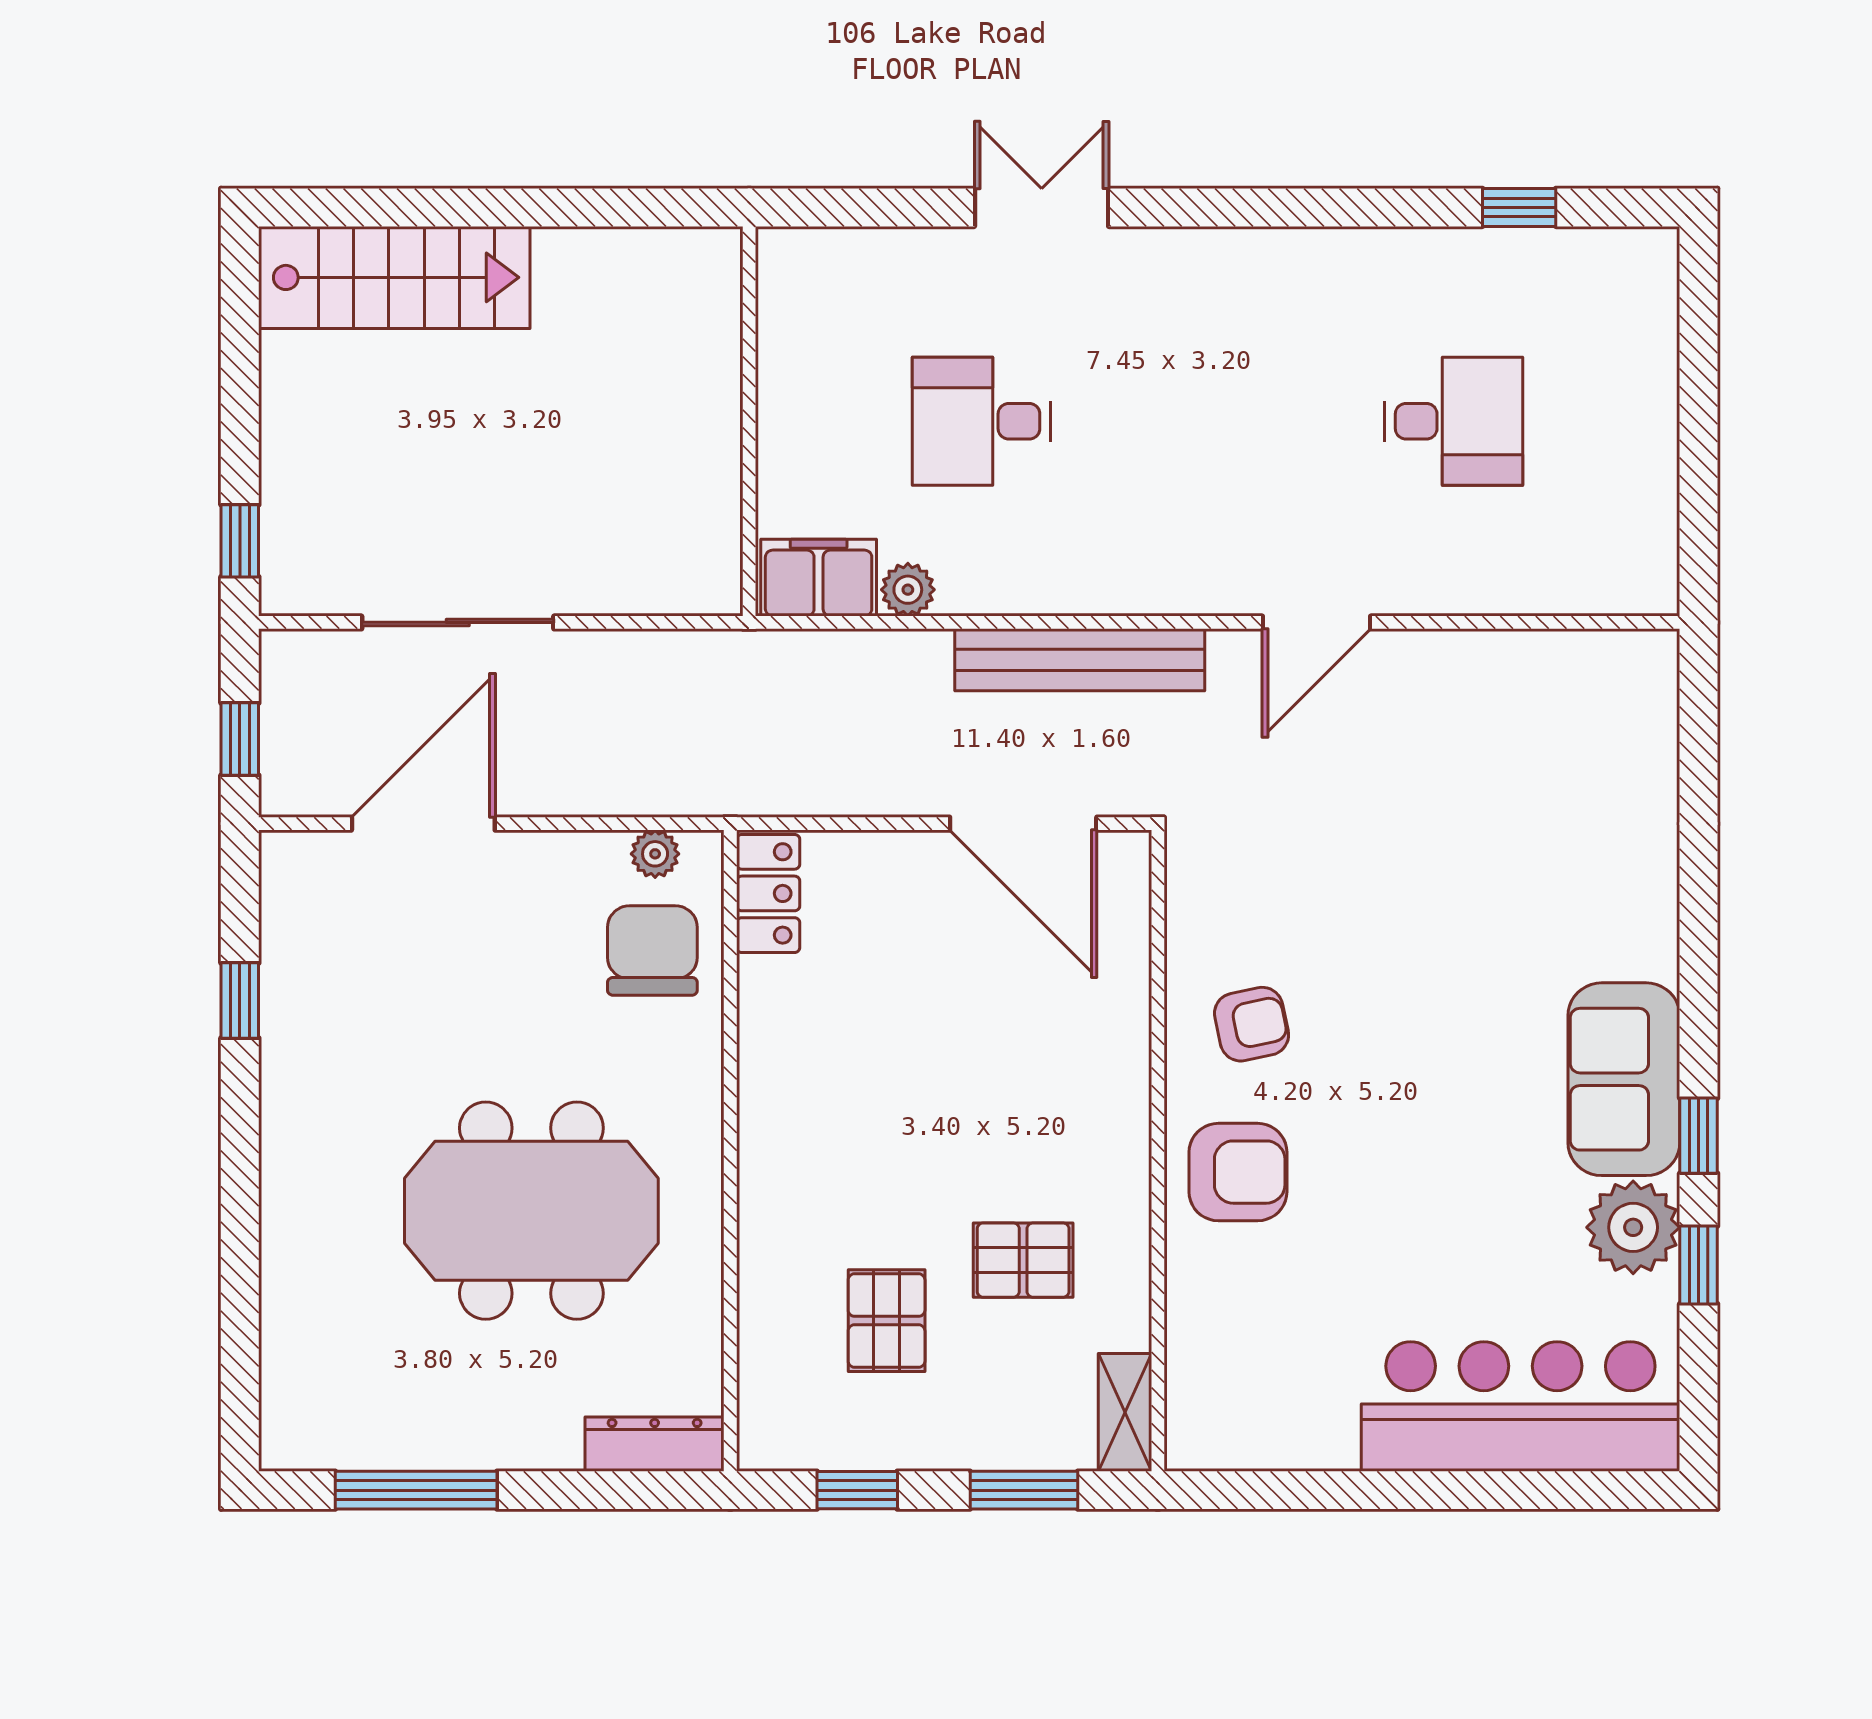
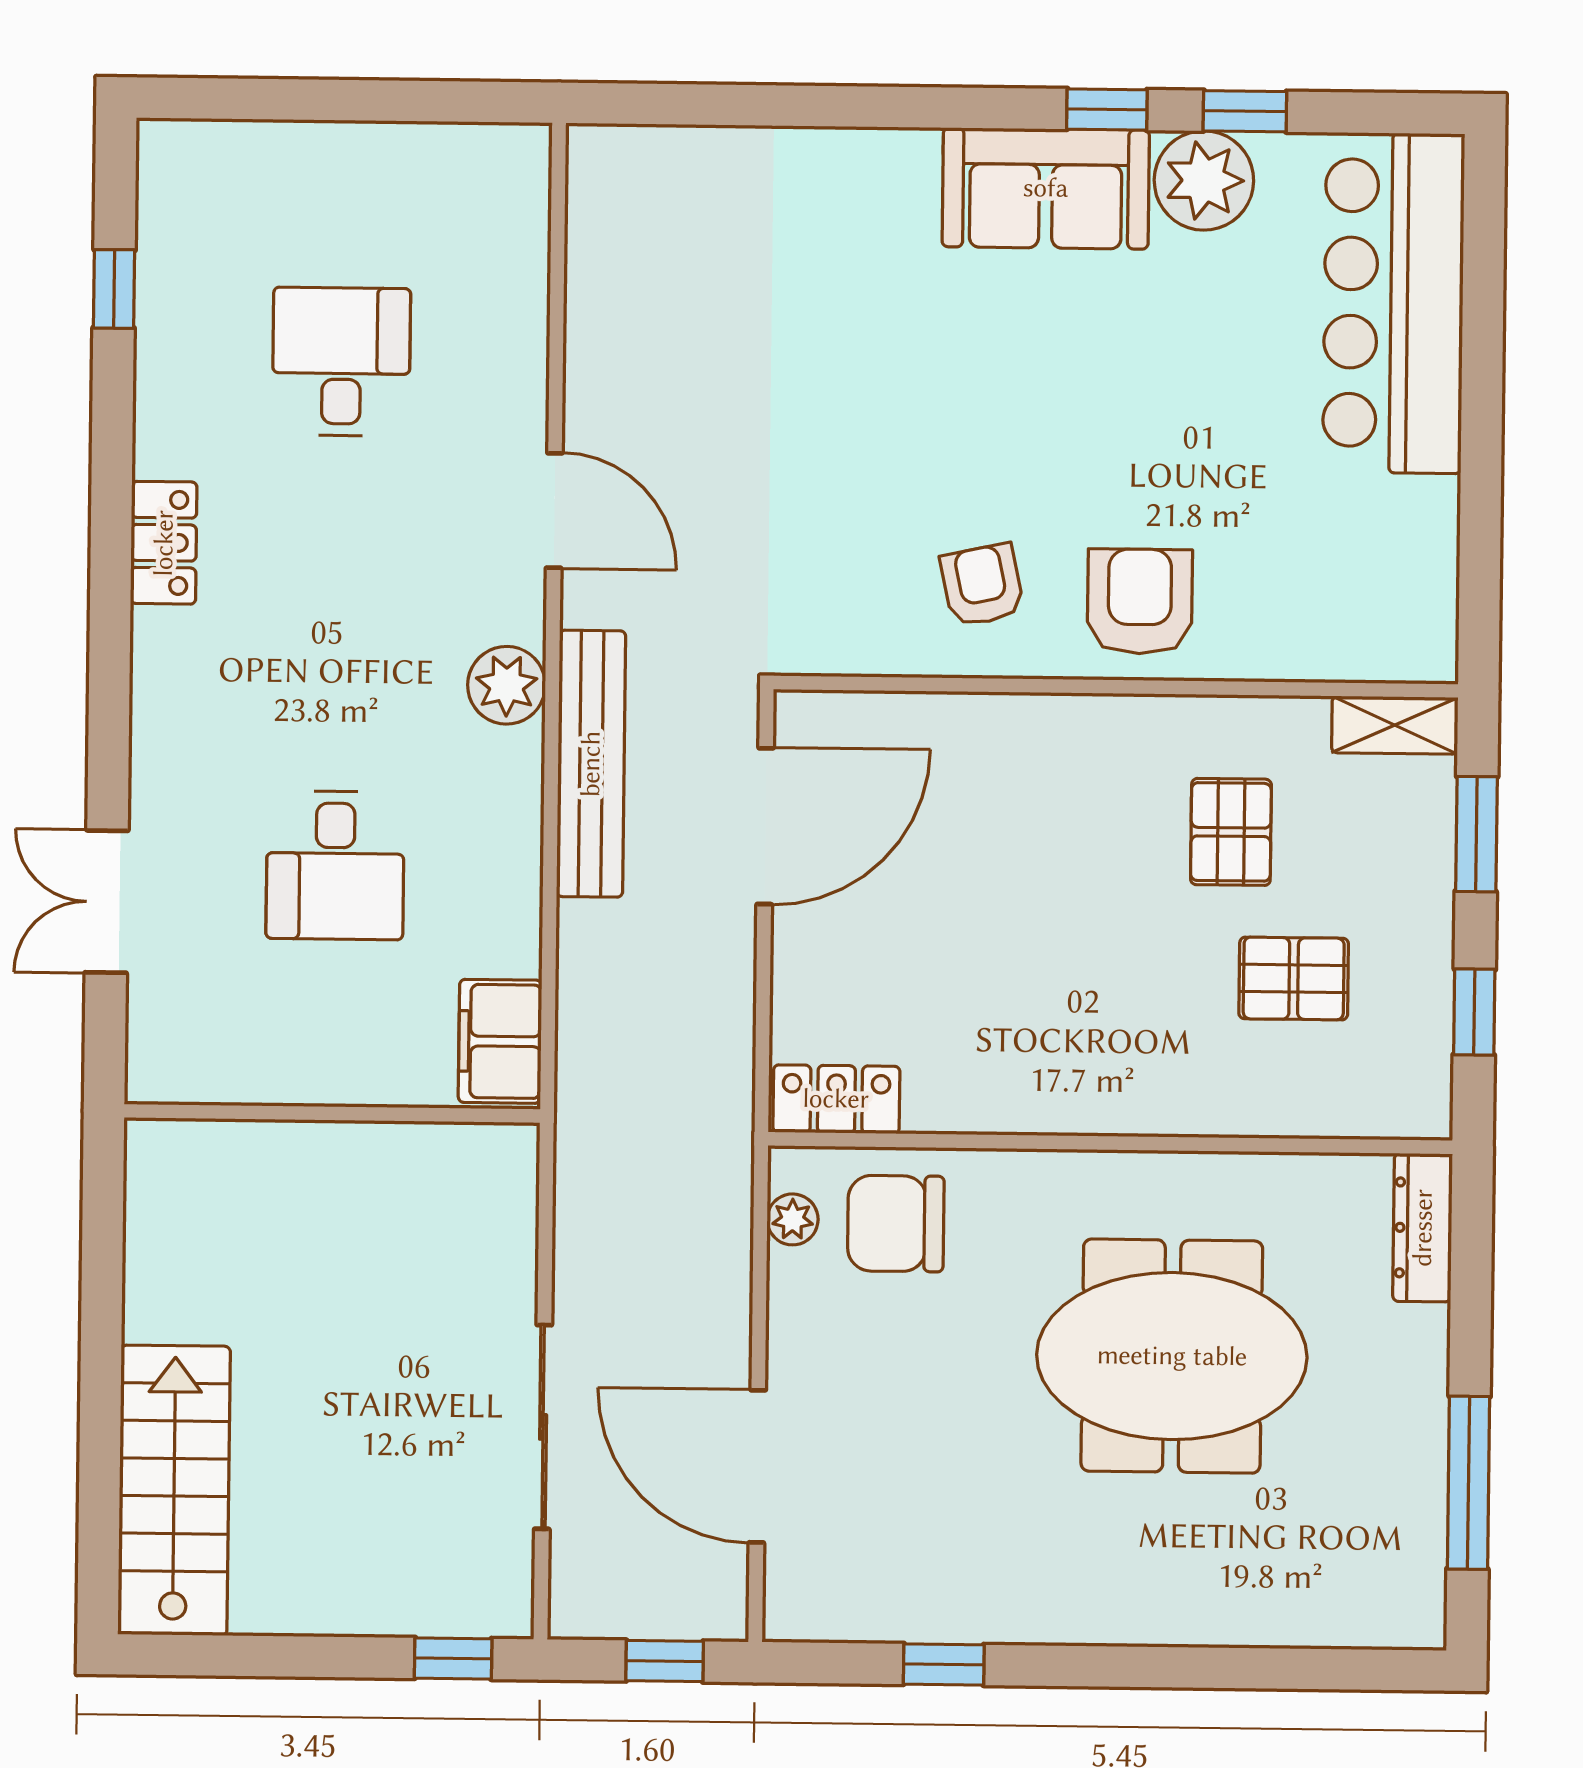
double door: (1042, 207) -> (107, 902), moved
locker: (1282, 257) -> (164, 543), added
plant: (908, 590) -> (507, 685), moved, width x1.38, depth x1.38
meeting table: (531, 1211) -> (1172, 1356), turned 90

